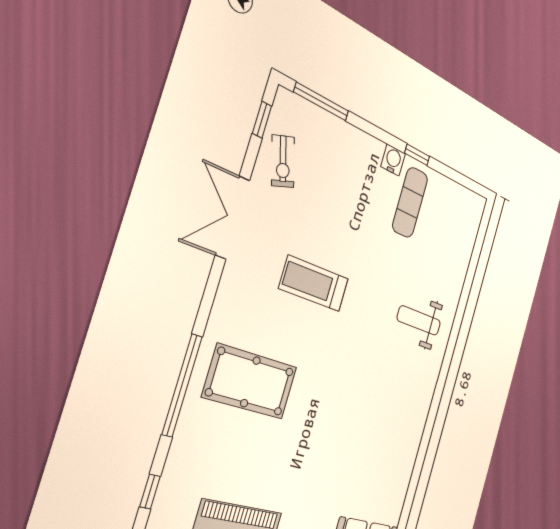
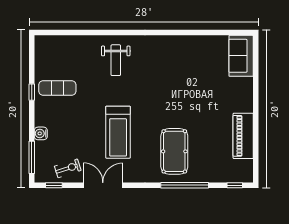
water cooler: (393, 160) -> (41, 133), moved
double door: (233, 217) -> (103, 185), swing flipped
treadmill: (314, 284) -> (118, 132), width x1.37, depth x1.38

